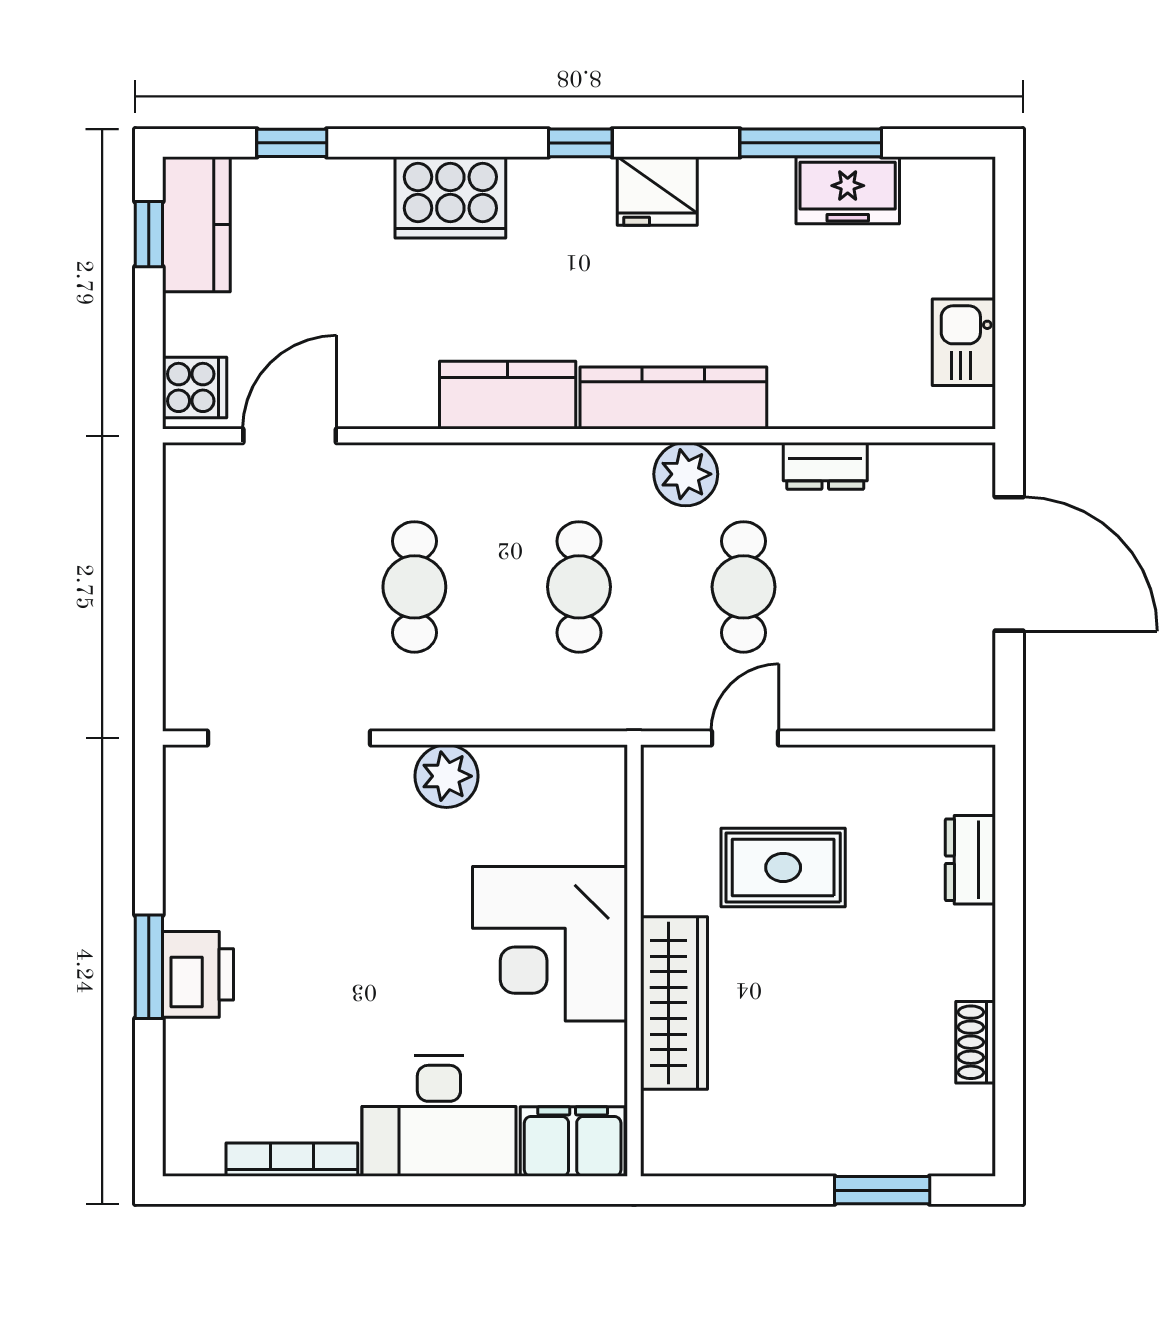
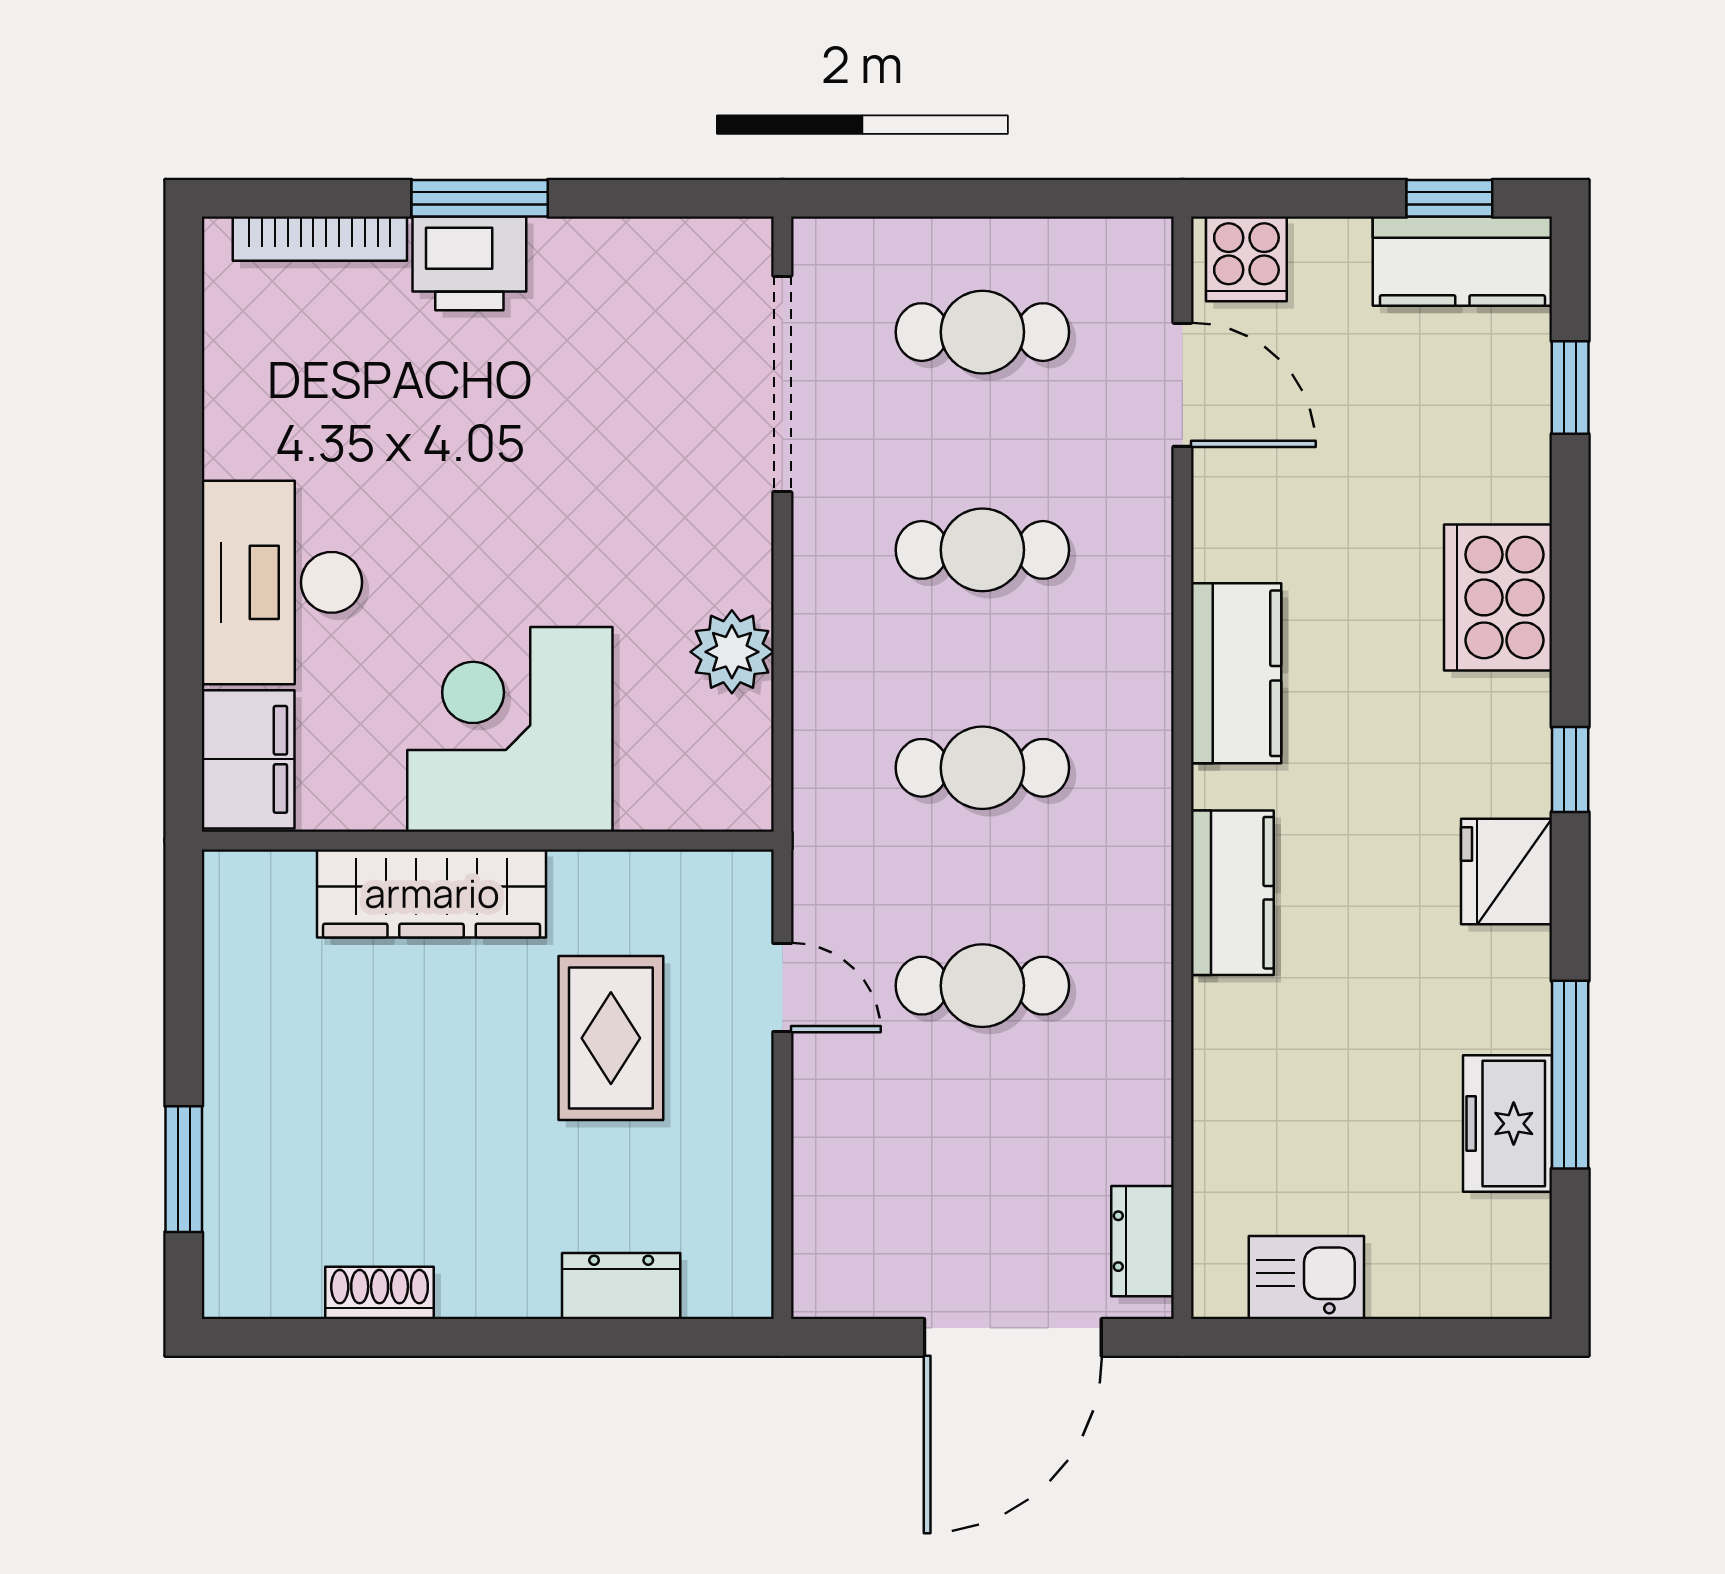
kitchen counter: (673, 398) -> (1232, 893), width x0.67
dresser: (825, 466) -> (1143, 1241), moved
plant: (686, 474) -> (1132, 909), removed
cafe table: (250, 587) -> (982, 332), added
plant: (447, 776) -> (732, 652), moved
bookcase: (292, 1160) -> (320, 239), moved, turned 90

